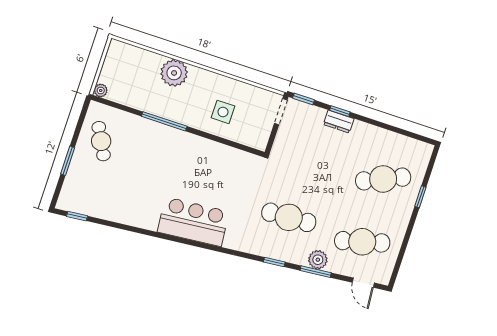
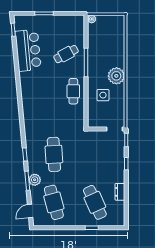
plant: (174, 73) -> (116, 76), moved
dresser: (339, 122) -> (120, 192), moved
cafe table: (101, 141) -> (66, 54), moved
cafe table: (202, 155) -> (73, 91), added
bar counter: (193, 222) -> (28, 50), moved

